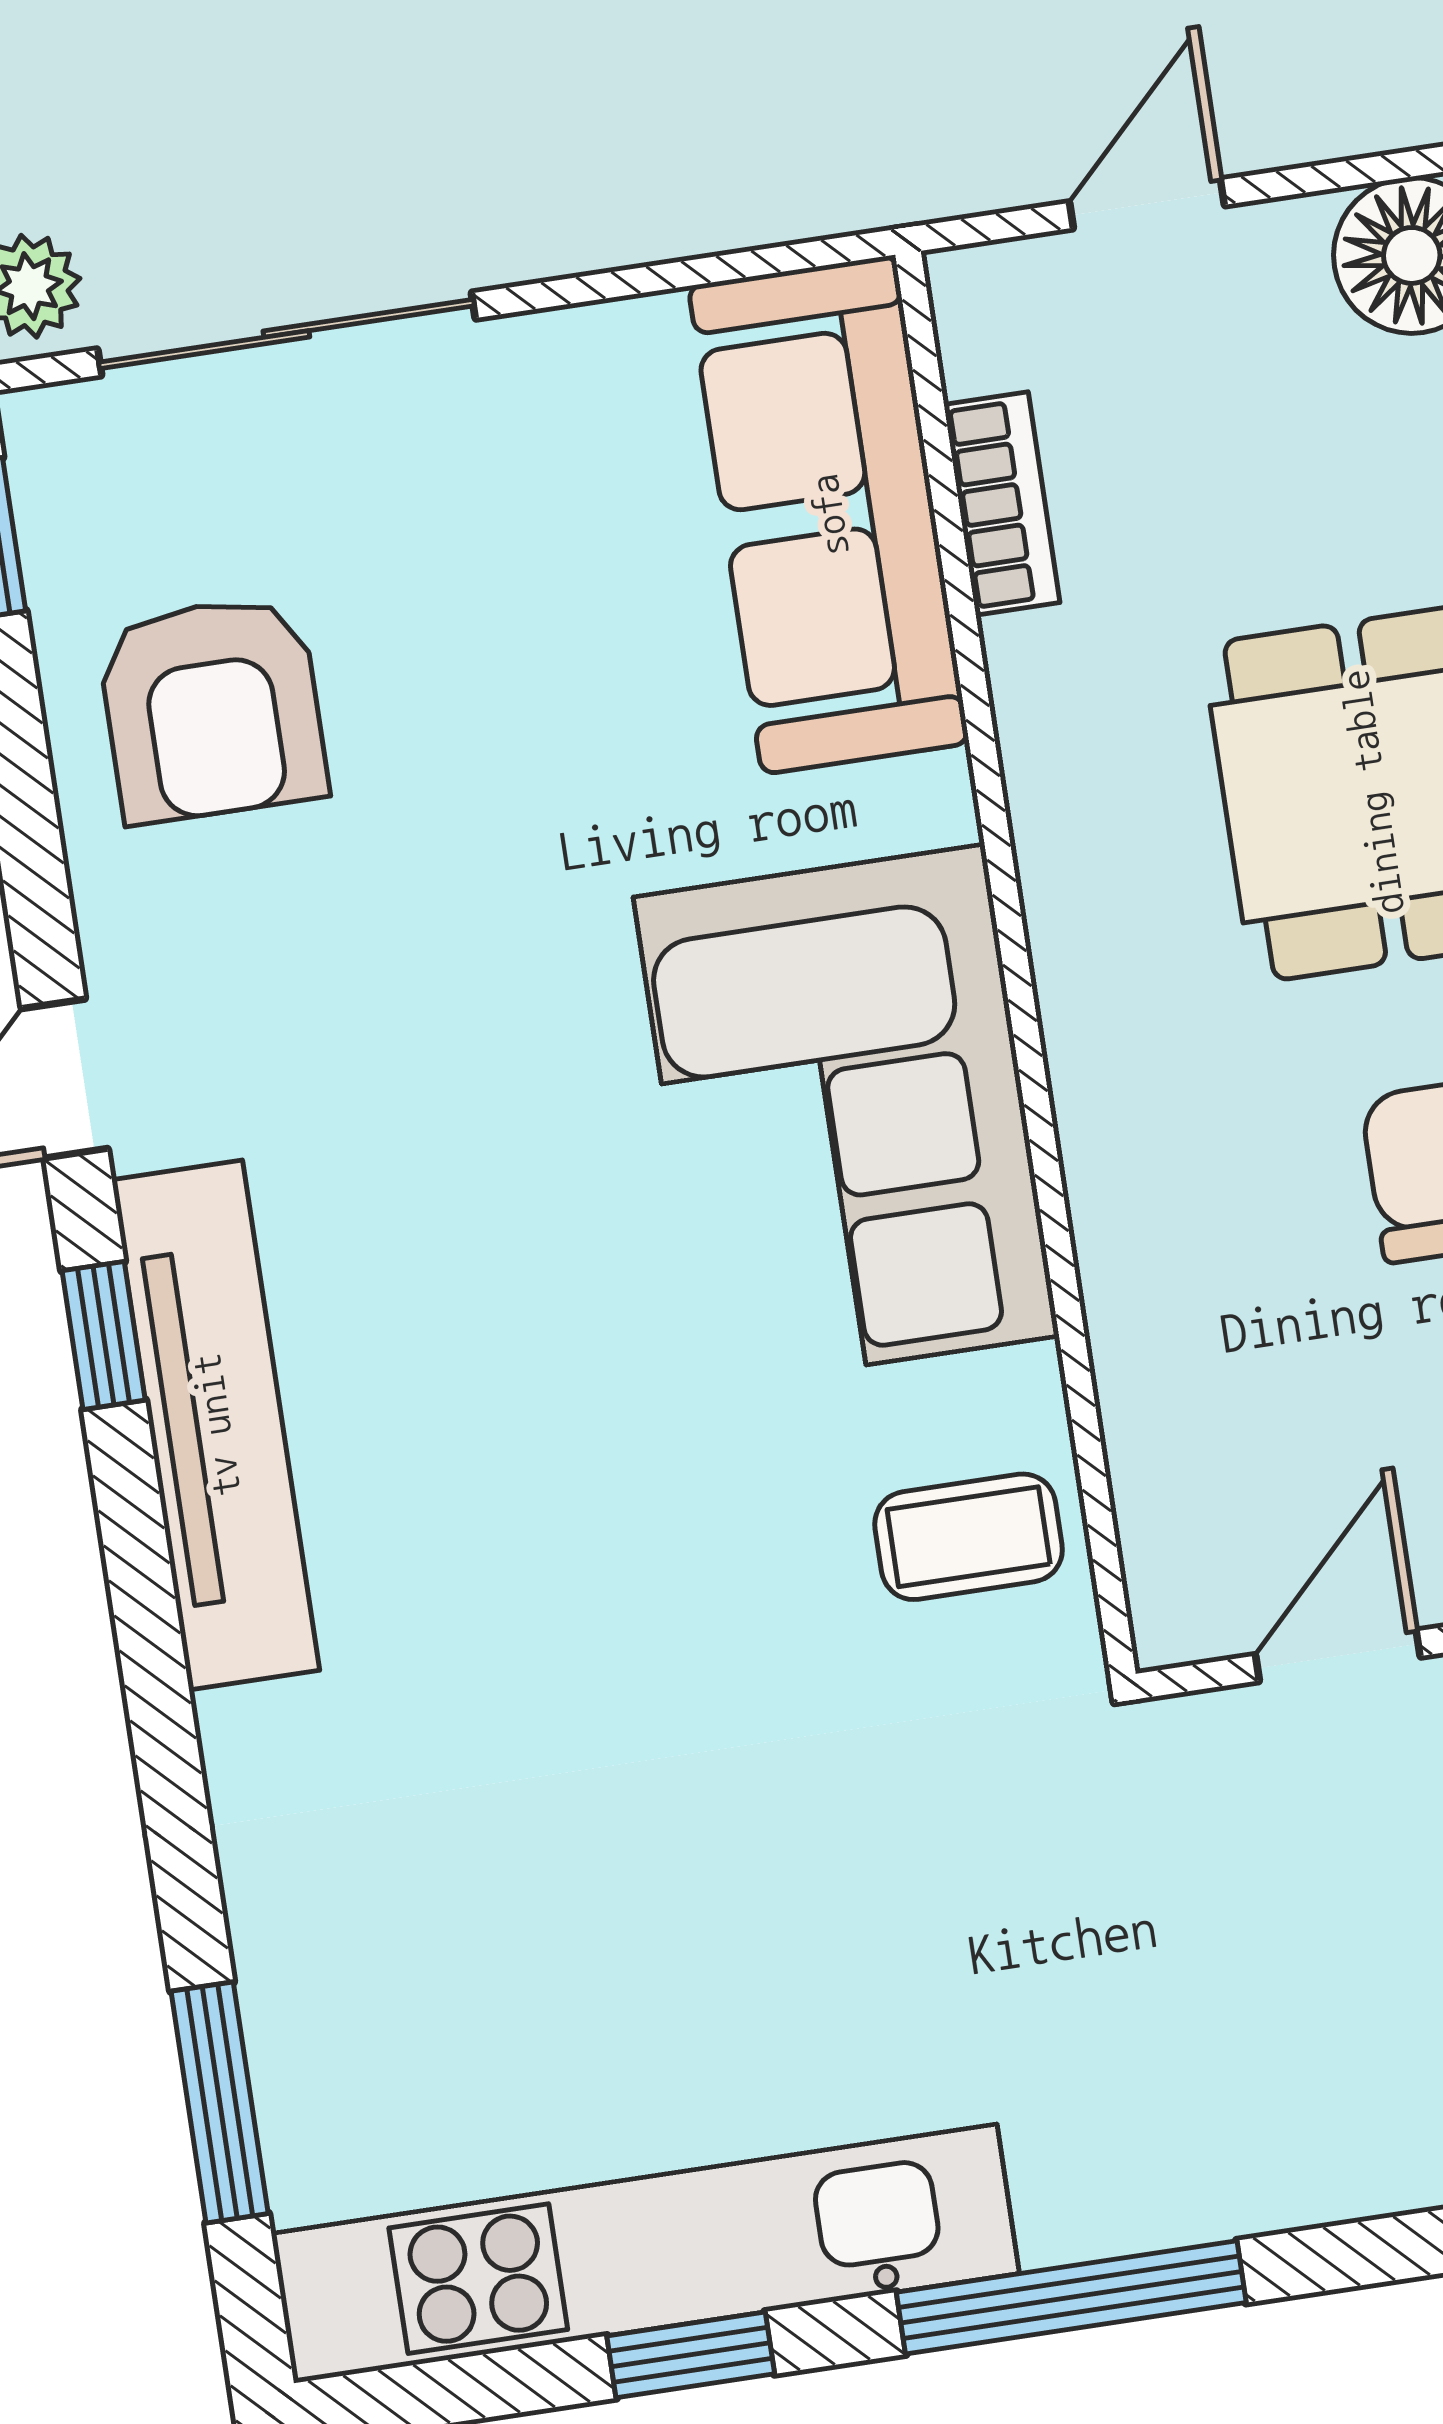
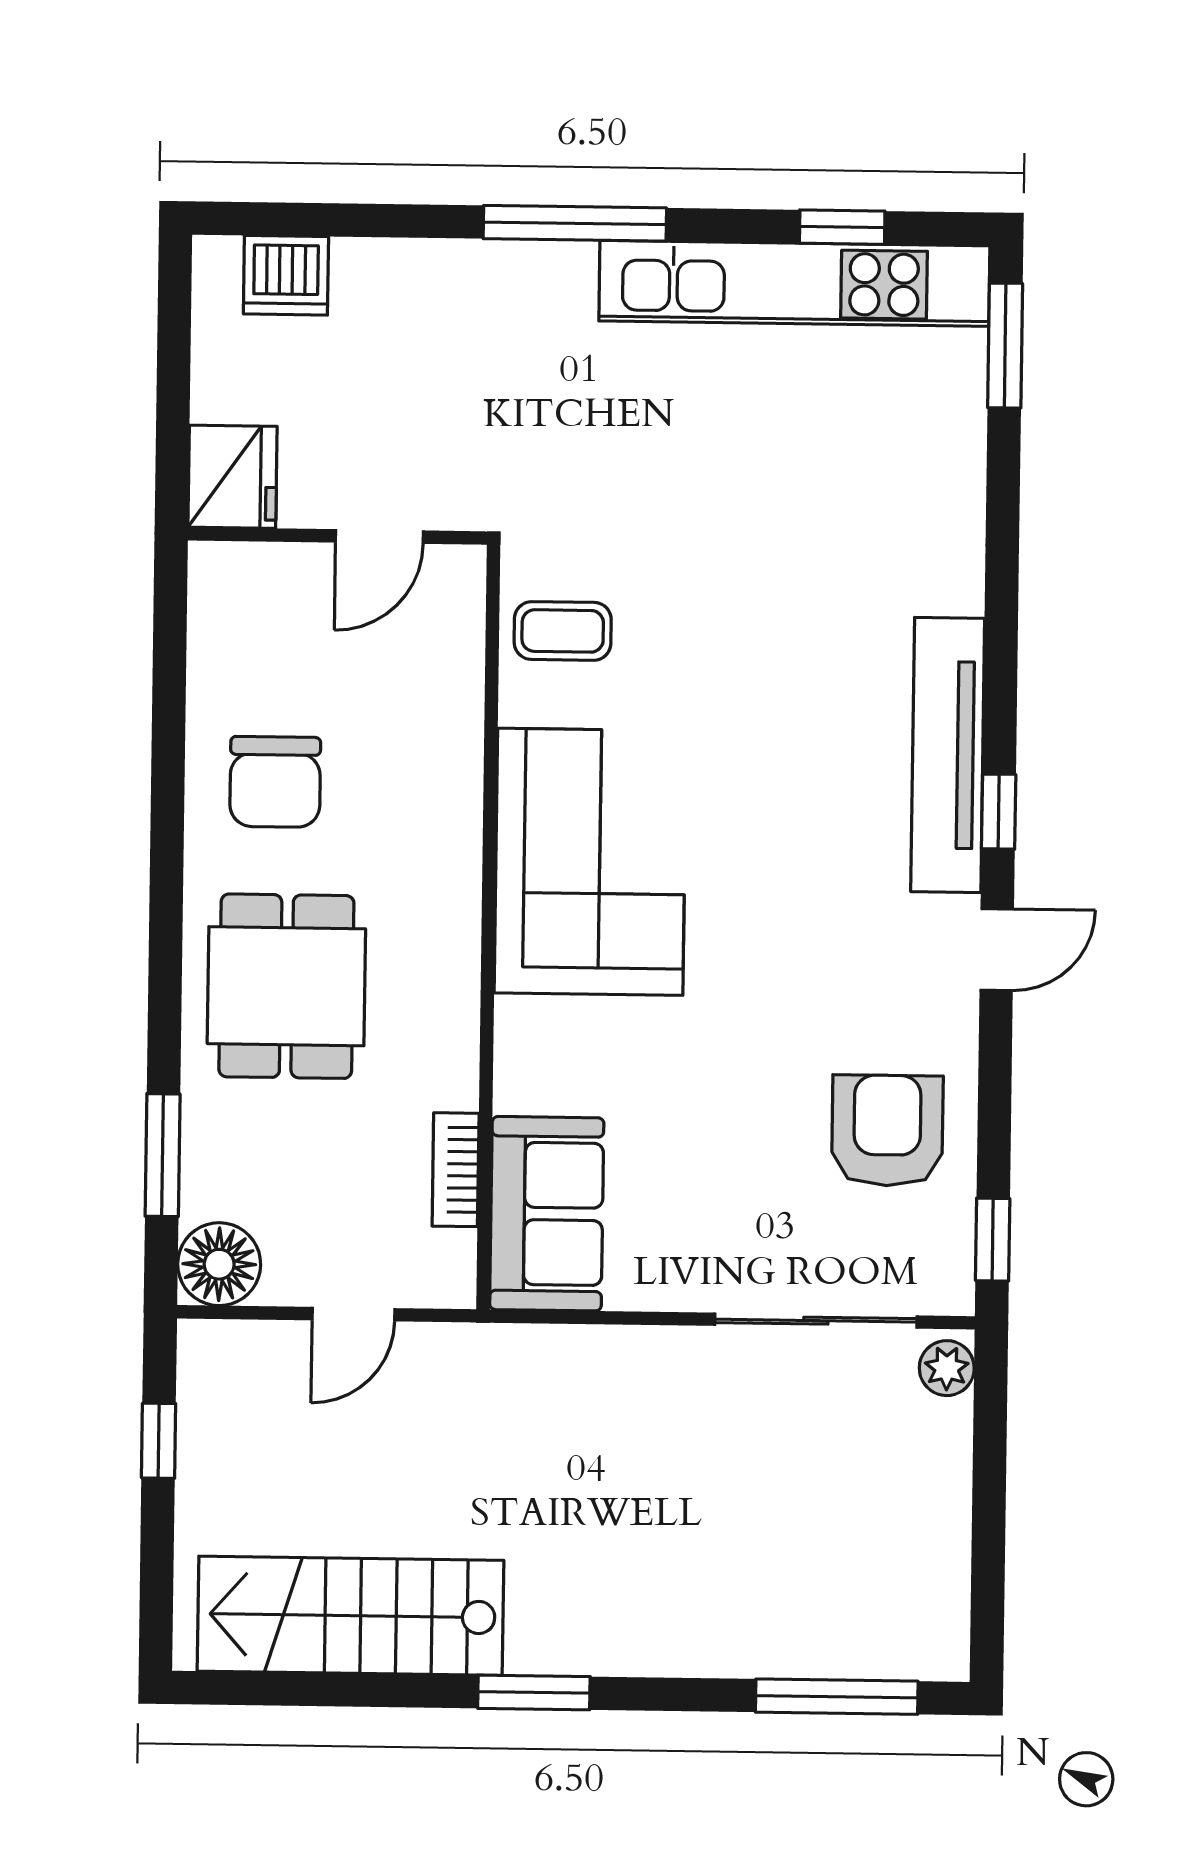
sofa: (829, 515) -> (547, 1214), width x0.73
window: (220, 2102) -> (1005, 346), moved
window: (691, 2355) -> (842, 227), moved

